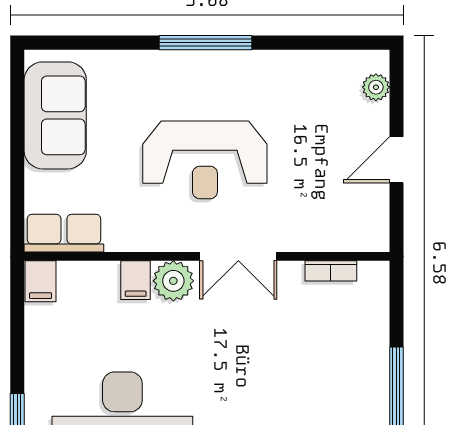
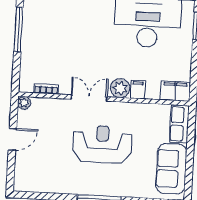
plant: (376, 87) -> (24, 103), moved
row of seats: (64, 233) -> (179, 124), moved, turned 90
filing cabinet: (41, 281) -> (175, 91), width x2.00

